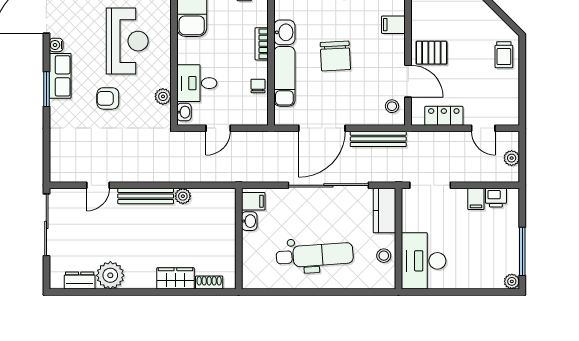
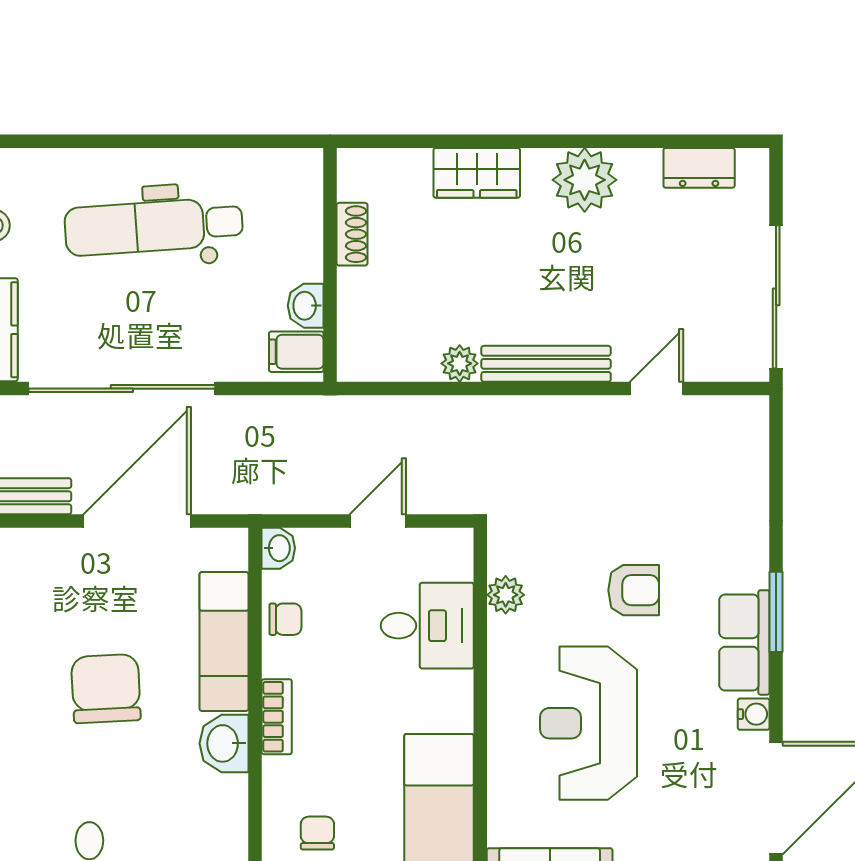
chair: (258, 86) -> (285, 619), turned -90
washbasin: (184, 112) -> (278, 548), moved, turned 180
plant: (110, 275) -> (585, 180), moved
shoe rack: (209, 283) -> (352, 234), moved, turned -90

